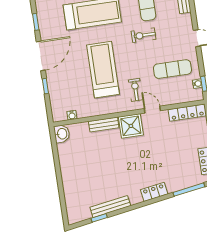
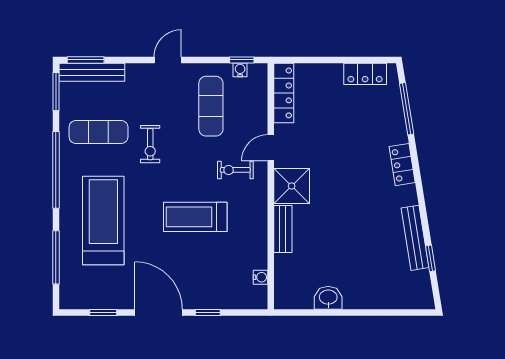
treadmill: (103, 70) -> (195, 217), width x0.73, depth x0.73
washbasin: (62, 134) -> (328, 298), moved

